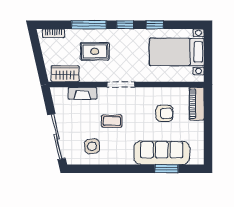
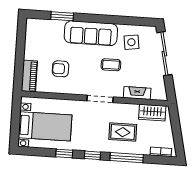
sofa: (162, 153) -> (91, 33), moved

